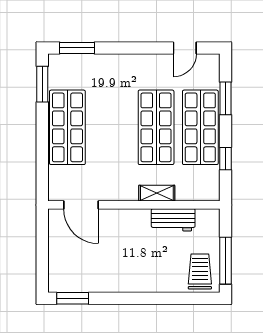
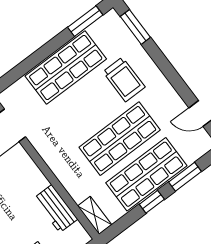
trolley: (112, 88) -> (124, 79), added
window: (225, 159) -> (152, 202), moved
shelving: (157, 193) -> (95, 215), moved

